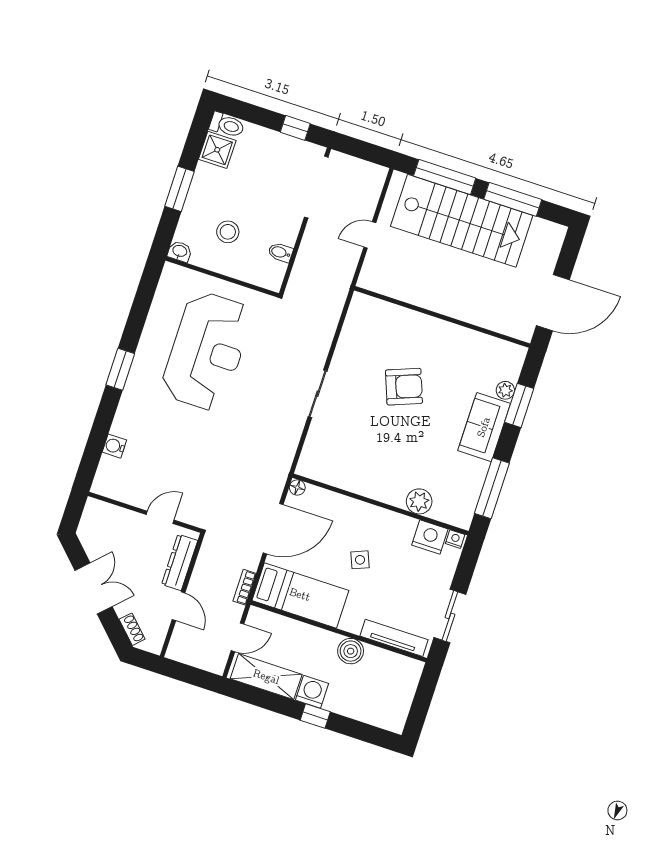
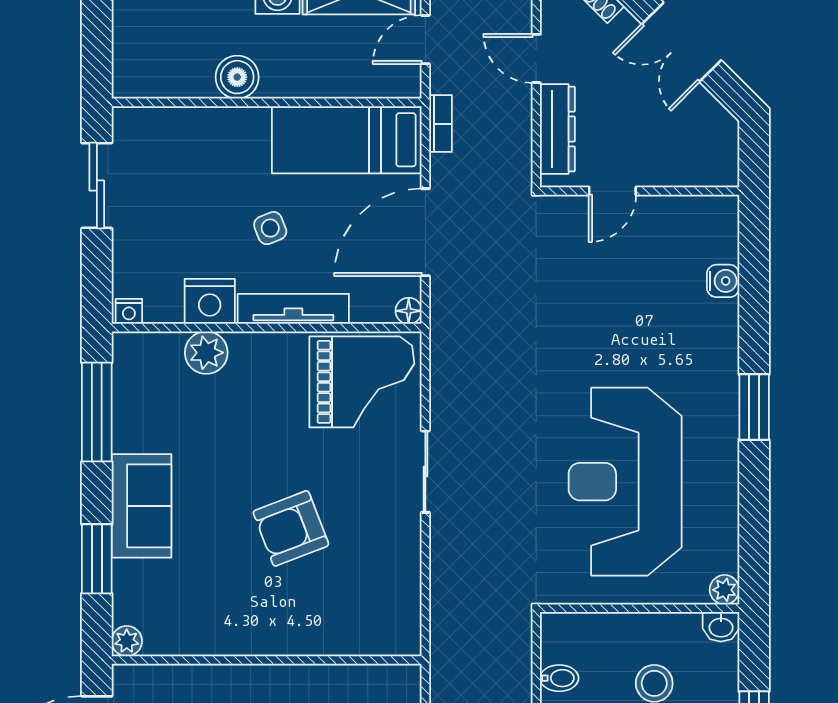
plant: (171, 272) -> (724, 590), added
plant: (505, 390) -> (127, 641), moved
grand piano: (337, 456) -> (362, 382), added
nightstand: (430, 537) -> (210, 301), moved
tv unit: (394, 638) -> (293, 309), moved, turned 180

